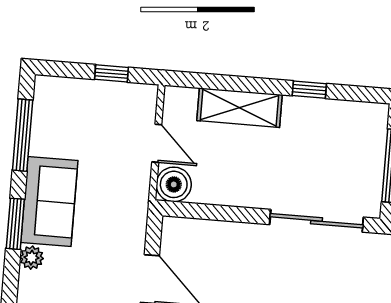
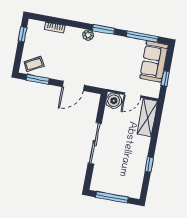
shelving: (240, 108) -> (147, 118), moved
sofa: (49, 201) -> (154, 61), moved, turned 90
sliding door: (317, 221) -> (95, 143), moved

